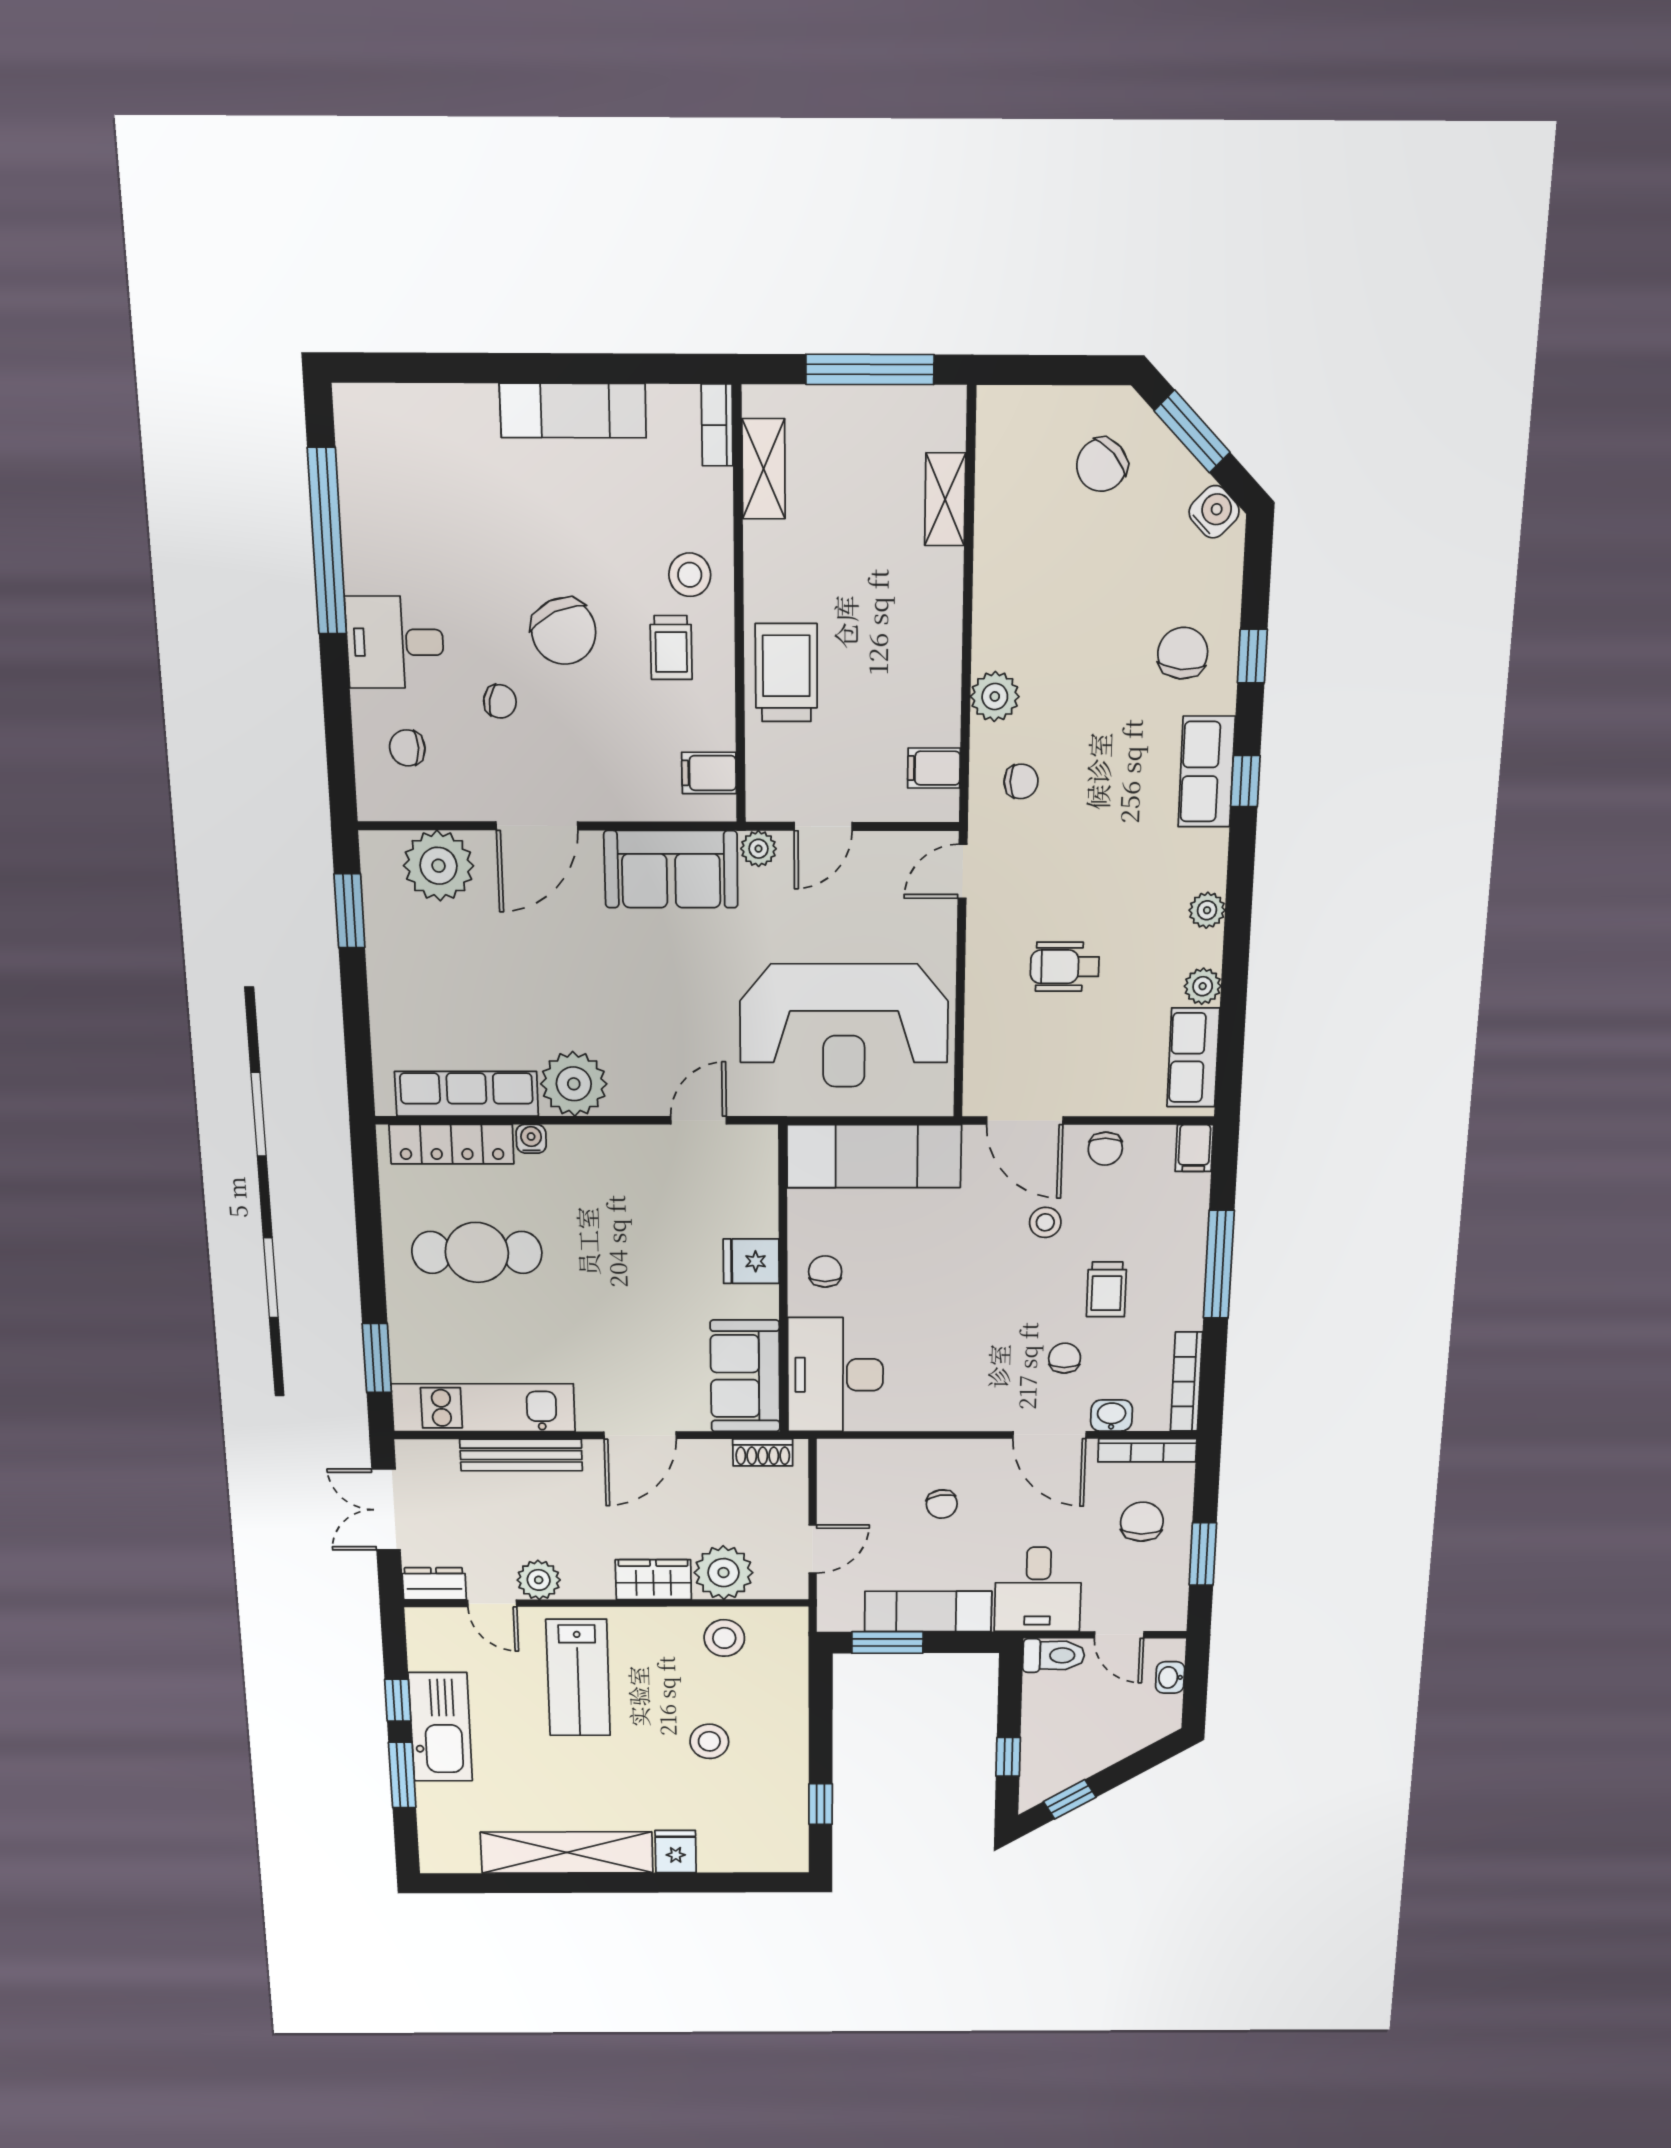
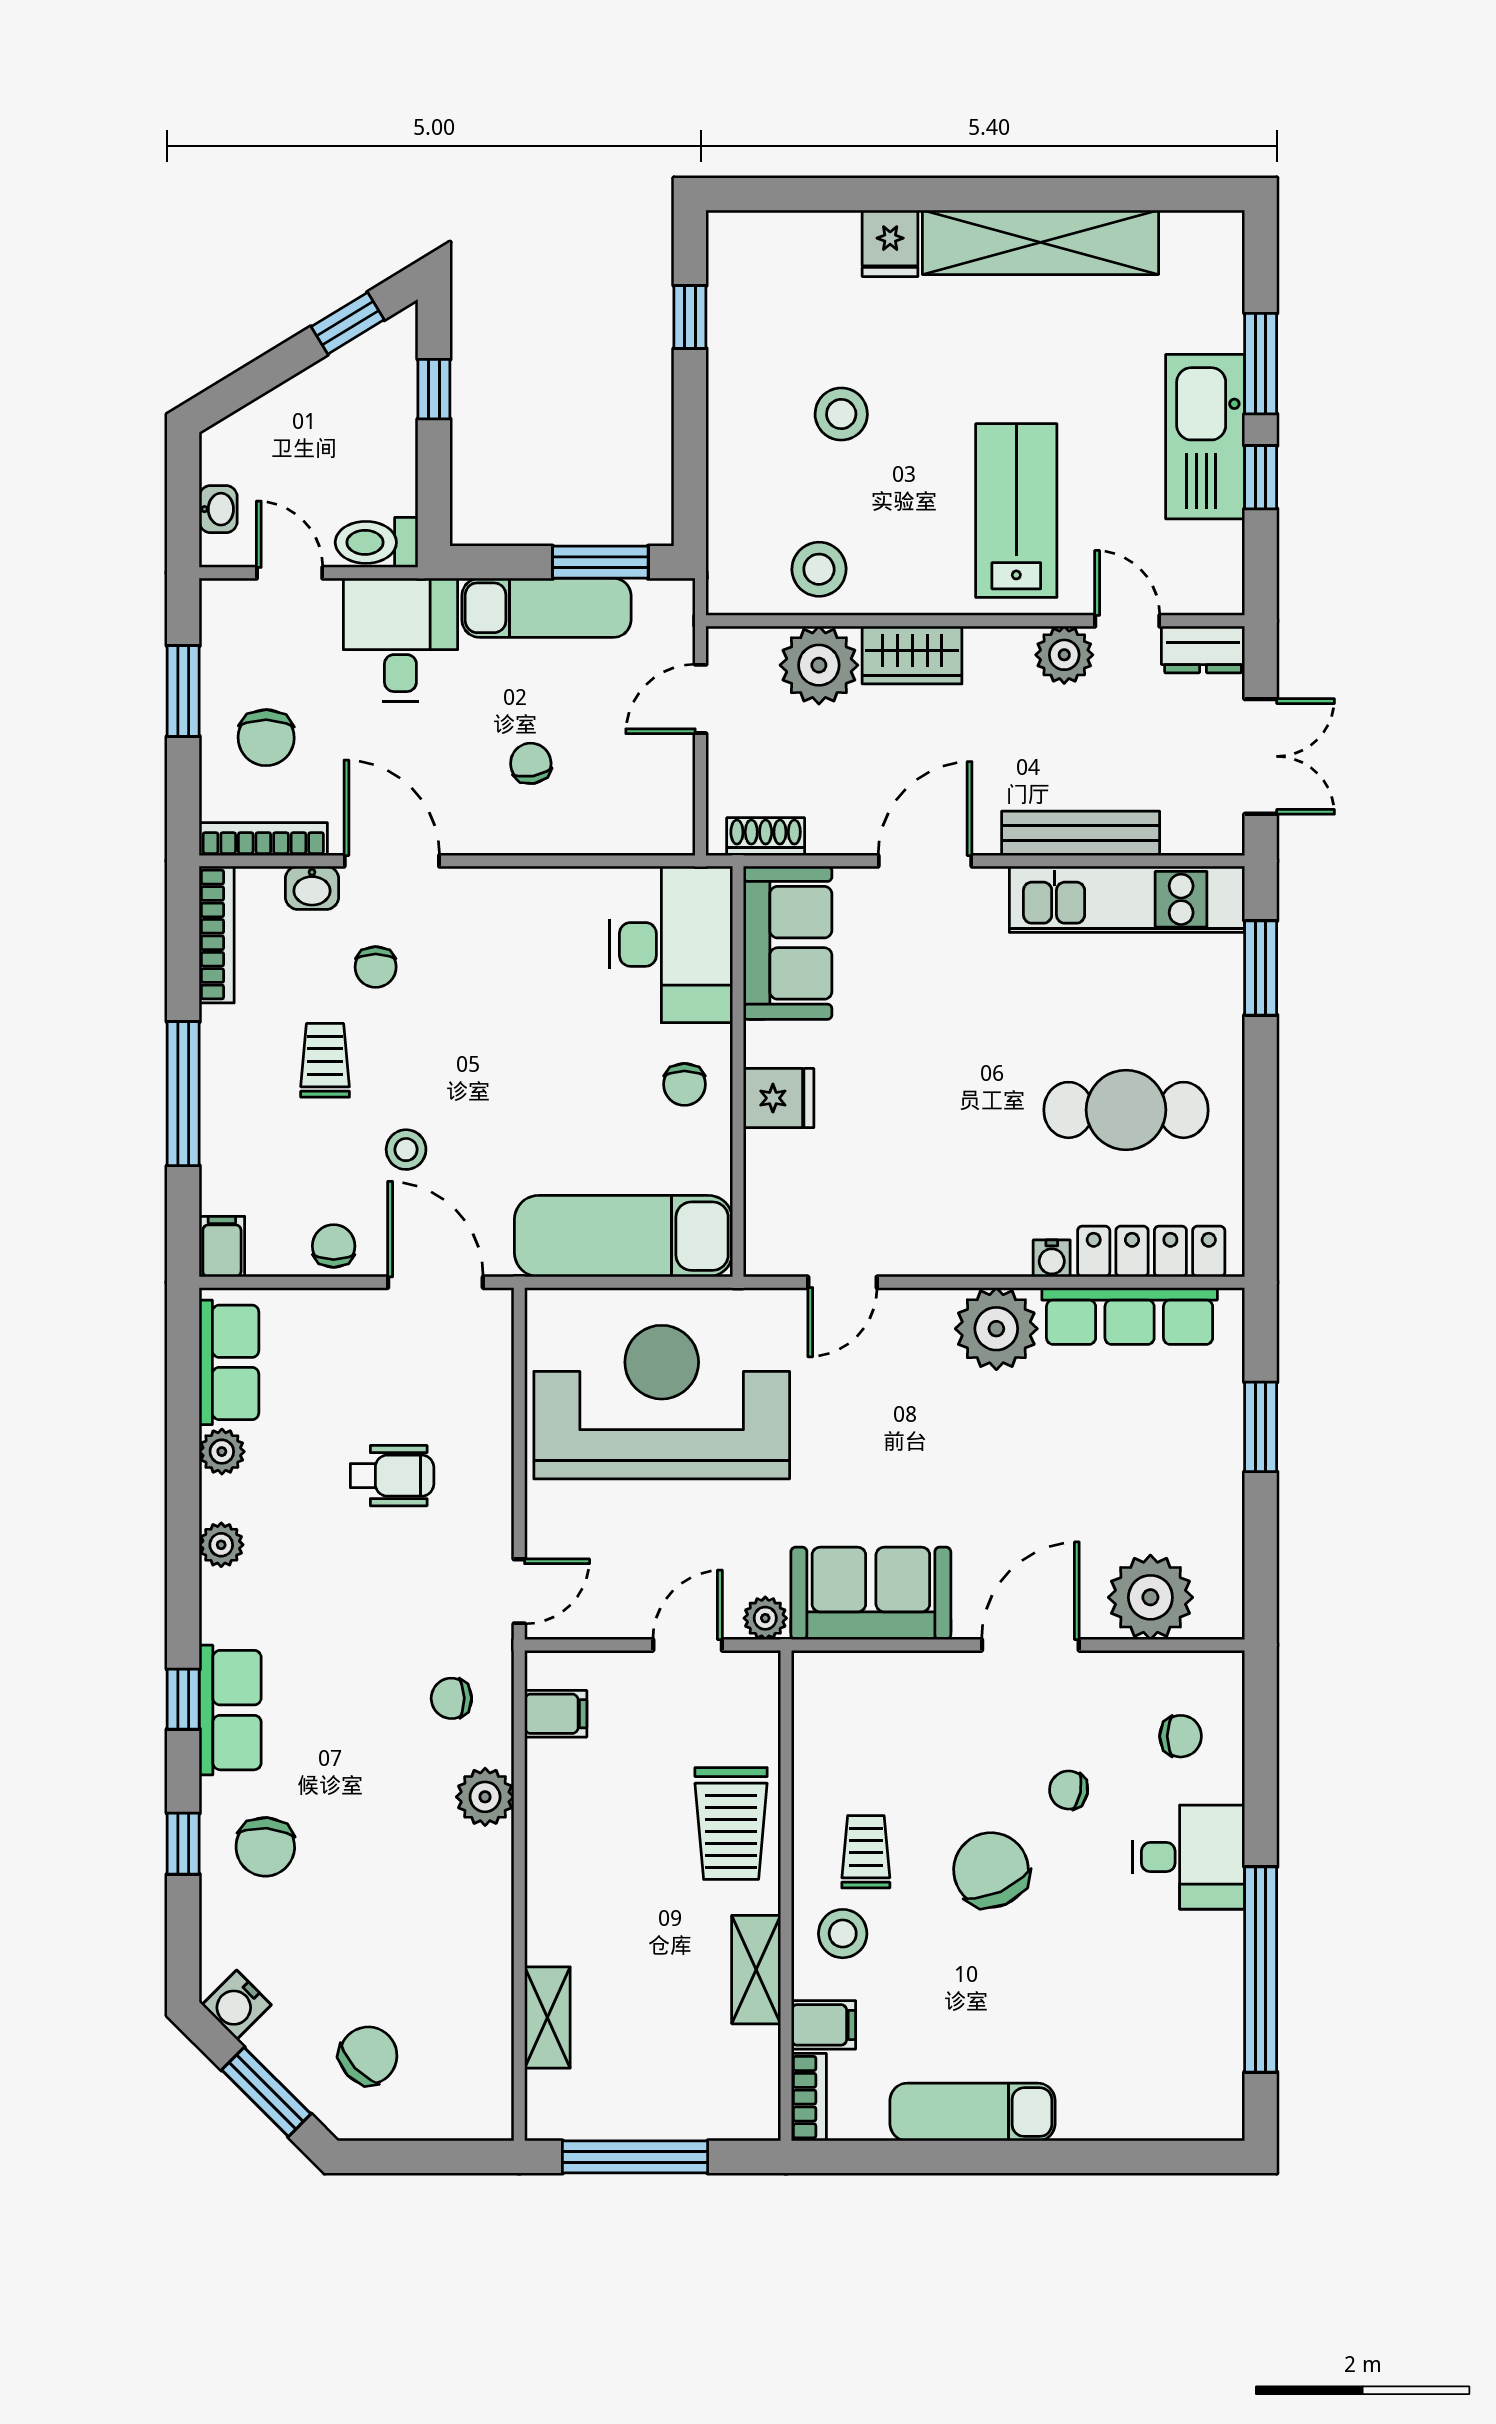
shelving: (764, 469) -> (756, 1970), moved
filing cabinet: (709, 773) -> (824, 2025), moved
window: (350, 911) -> (1261, 1427), moved

